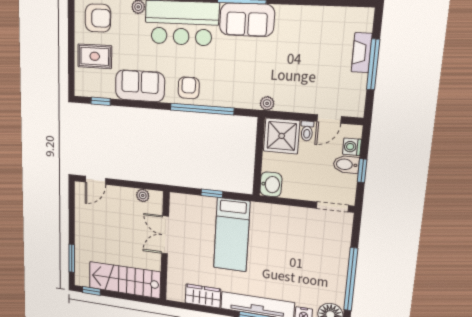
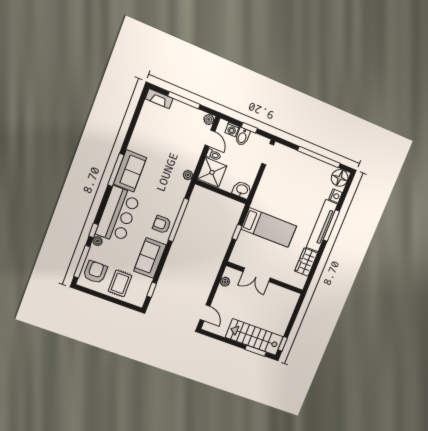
fireplace: (362, 53) -> (159, 99), moved
plant: (356, 109) -> (209, 119), added
stairs: (125, 280) -> (254, 337), moved, turned 90

